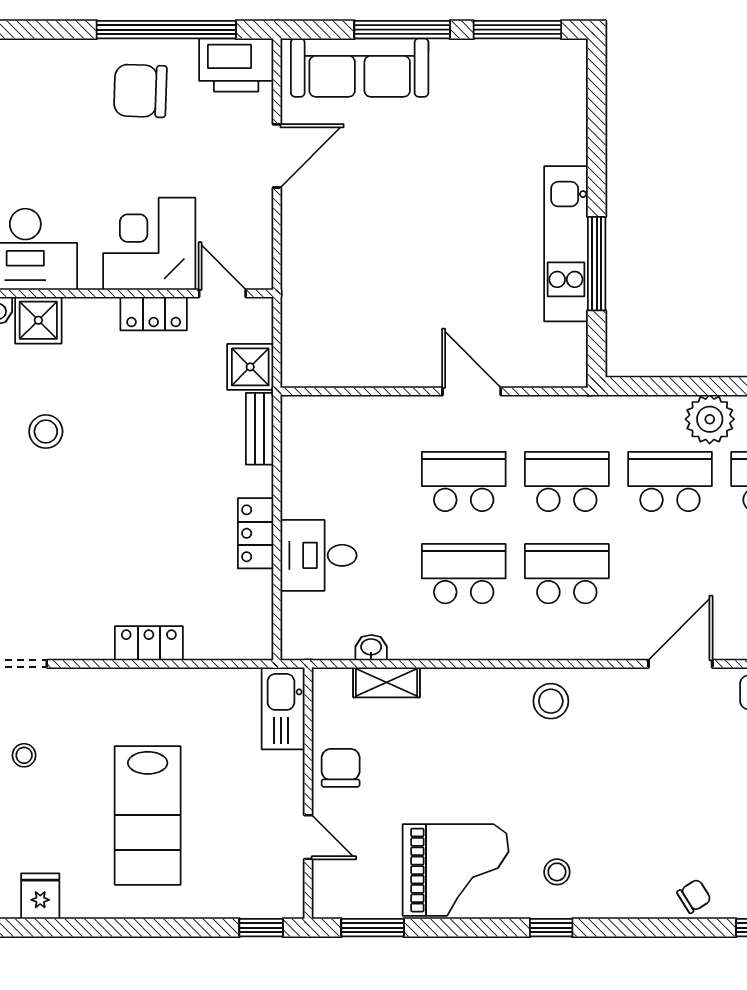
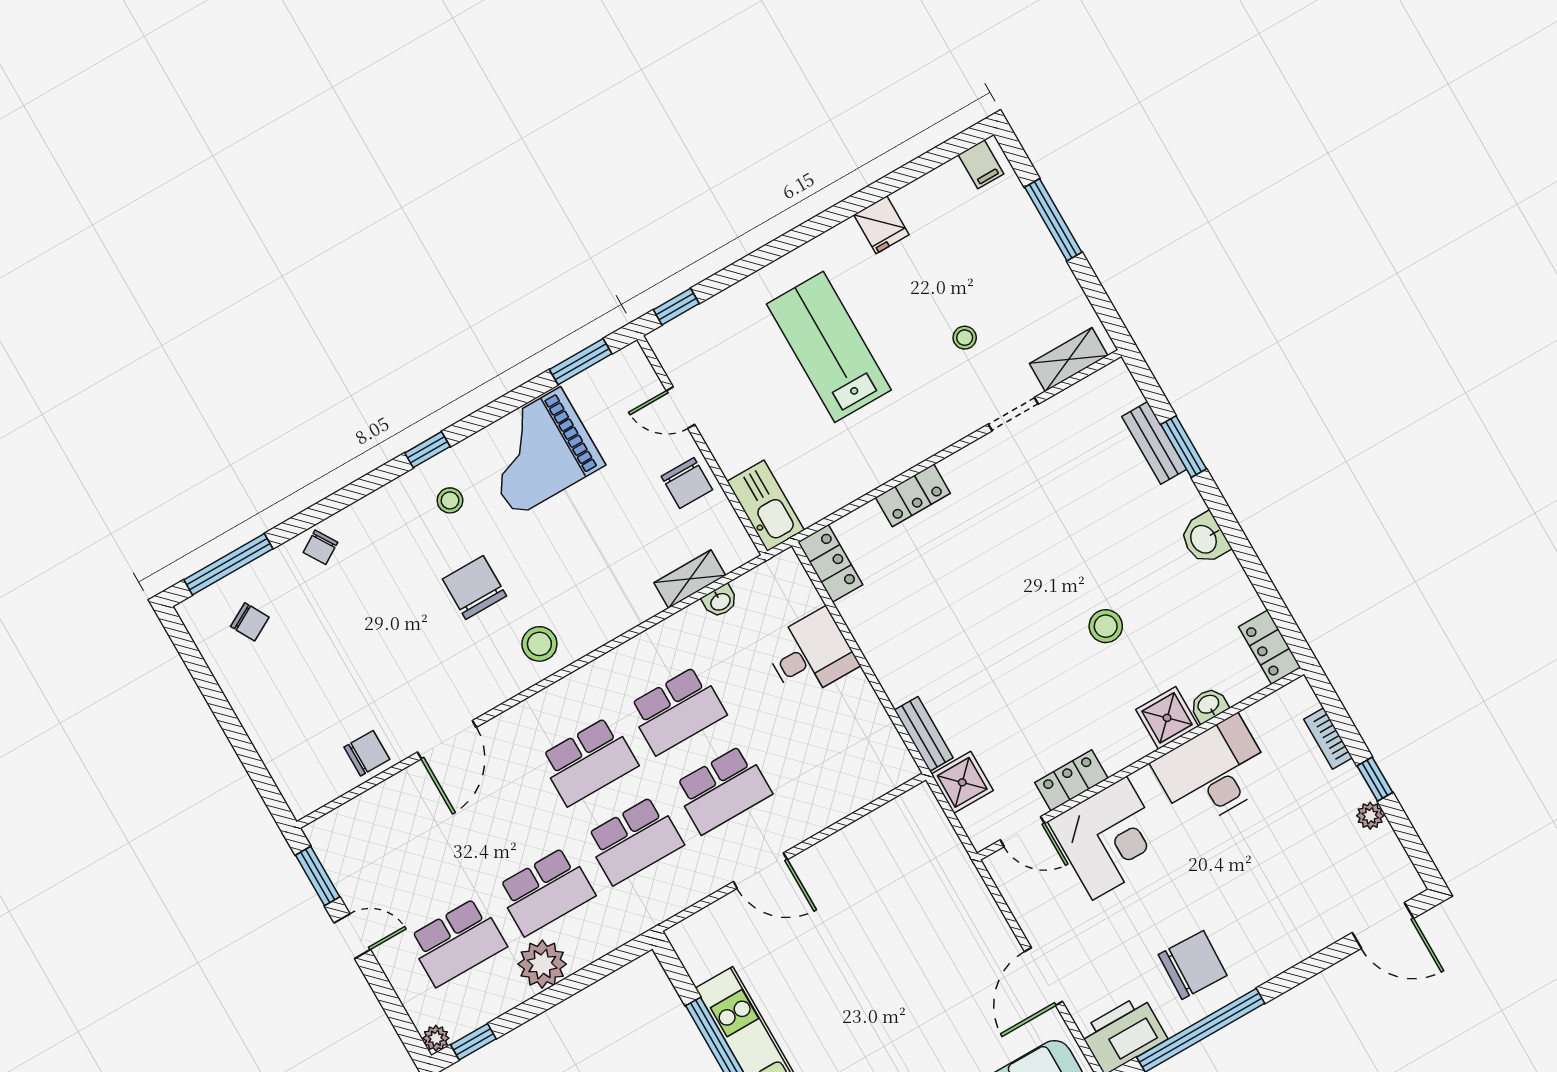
locker: (256, 533) -> (830, 563), moved
chair: (579, 783) -> (475, 588), added

